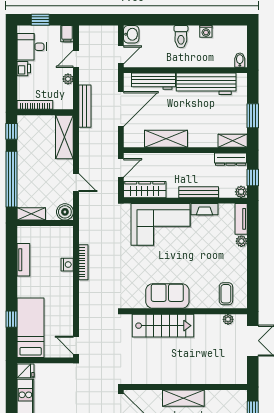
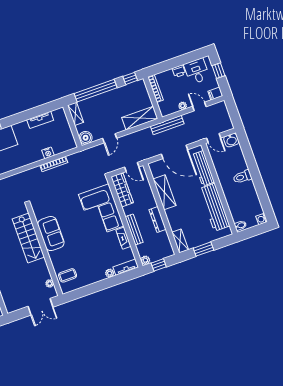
washing machine: (206, 31) -> (262, 219), moved
dresser: (231, 159) -> (158, 219), moved

